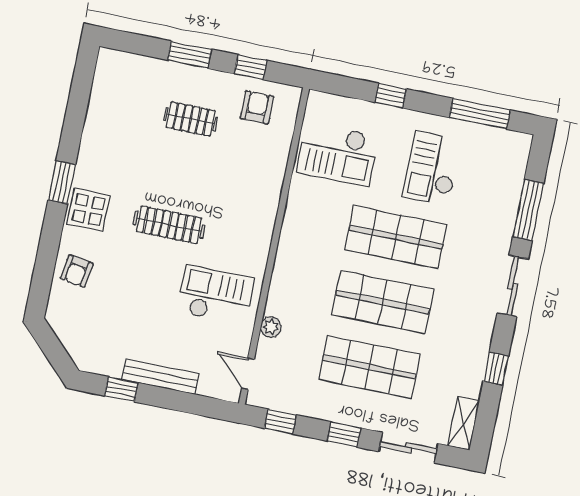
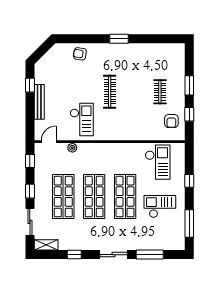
armchair: (257, 107) -> (171, 121), turned 90
checkout: (337, 154) -> (158, 162), turned 180
display table: (89, 210) -> (109, 54), removed

